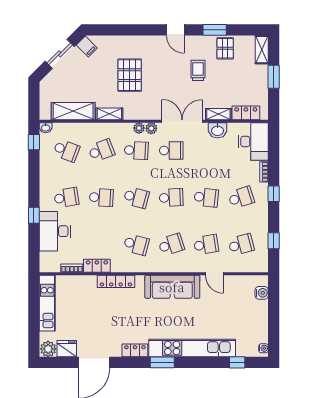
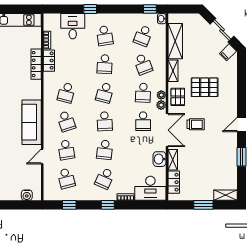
pallet: (225, 48) -> (178, 97), moved, turned 90
trolley: (198, 70) -> (196, 124), moved
school desk: (241, 198) -> (105, 178), turned 42
desk: (55, 231) -> (73, 26), width x0.73
locker: (116, 281) -> (36, 64), moved

